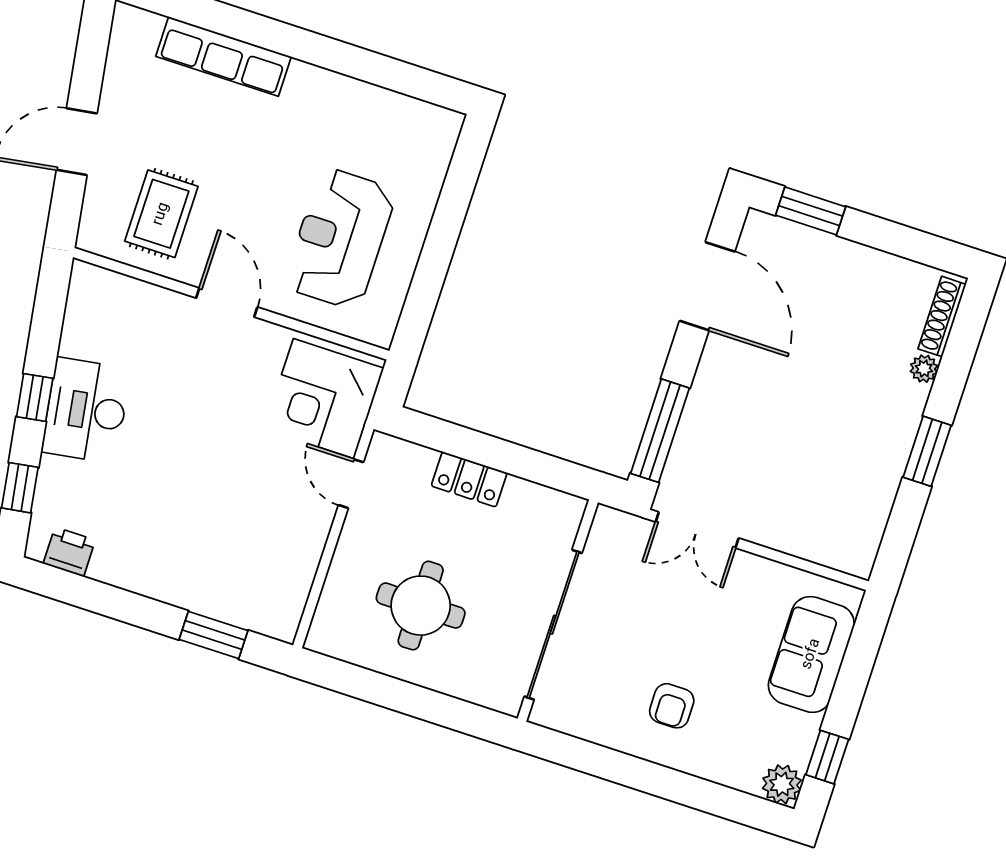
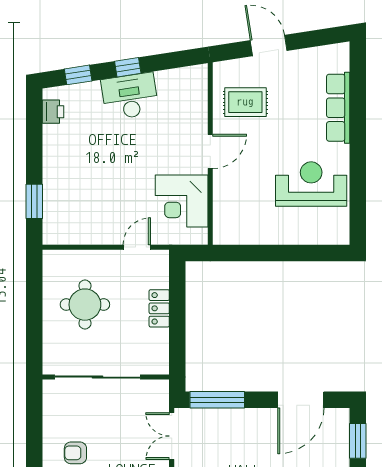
reception desk: (340, 238) -> (311, 184), moved
corner desk: (324, 399) -> (182, 201), moved, turned -90

